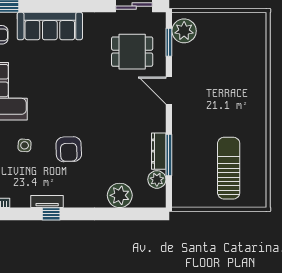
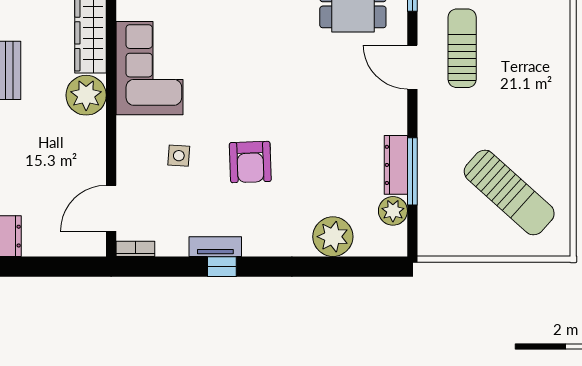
sun lounger: (200, 79) -> (462, 48), added
sun lounger: (229, 168) -> (509, 193), turned 132

